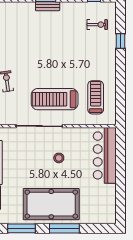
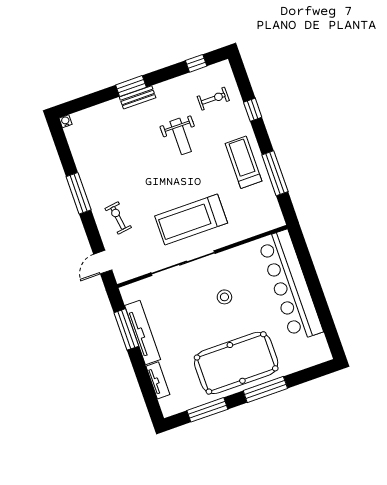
weight bench: (67, 42) -> (181, 136), added
window: (121, 88) -> (275, 173), added
treadmill: (96, 97) -> (243, 162), moved
bar counter: (105, 155) -> (290, 286), width x1.36

